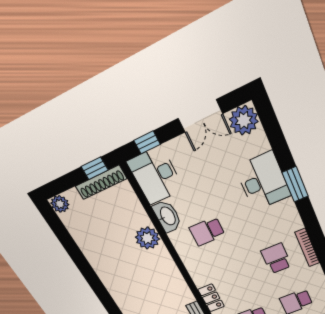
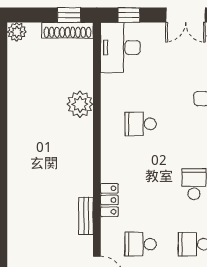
washbasin: (167, 216) -> (111, 91), removed

